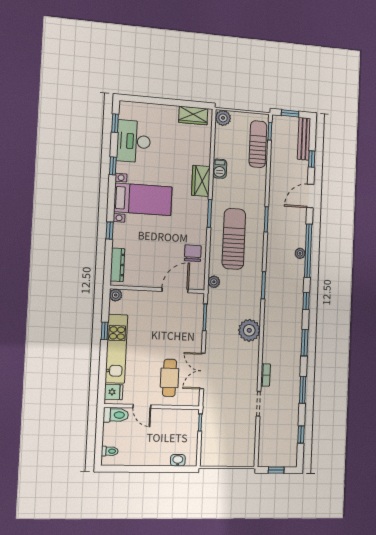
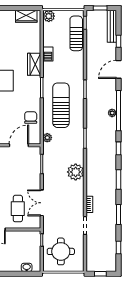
round table: (225, 439) -> (61, 251), added

